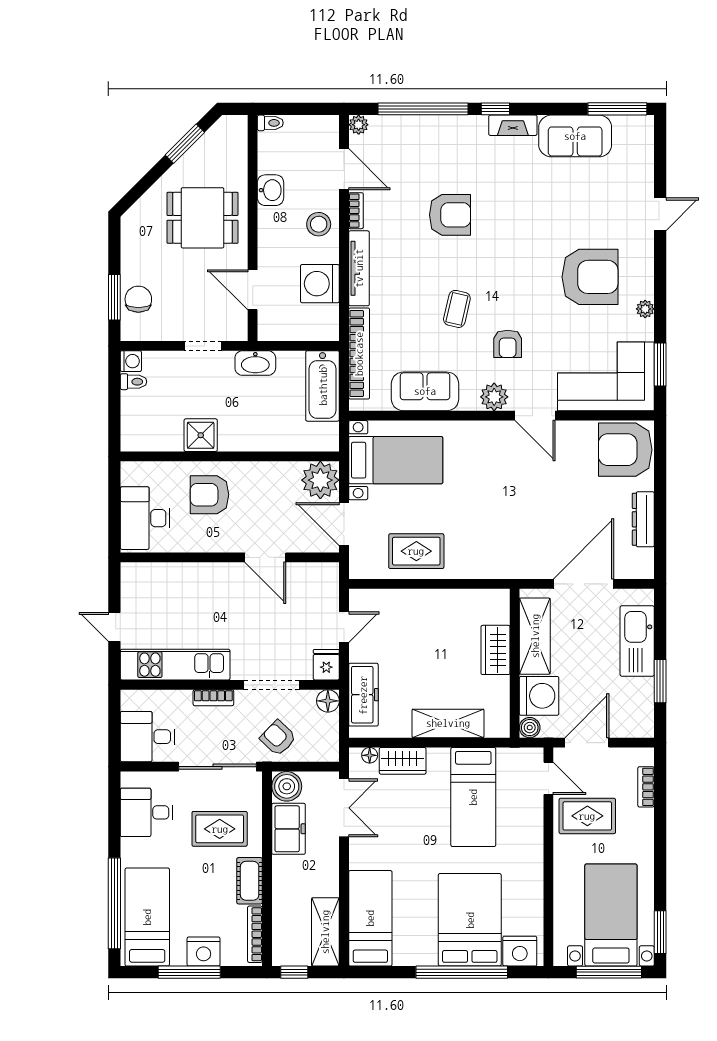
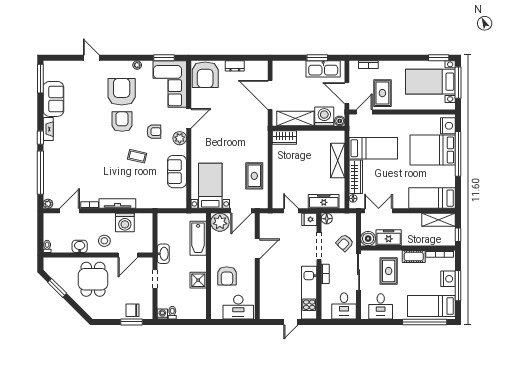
armchair: (450, 215) -> (122, 122), moved
stool: (319, 224) -> (104, 241), moved
bookcase: (359, 354) -> (159, 203), removed
bathtub: (323, 386) -> (198, 238), moved, turned 90
dresser: (643, 519) -> (235, 66), width x0.70
kitchen sink: (637, 641) -> (323, 69), moved
wardrobe: (496, 650) -> (284, 137), moved
wardrobe: (403, 761) -> (356, 177), width x1.50

